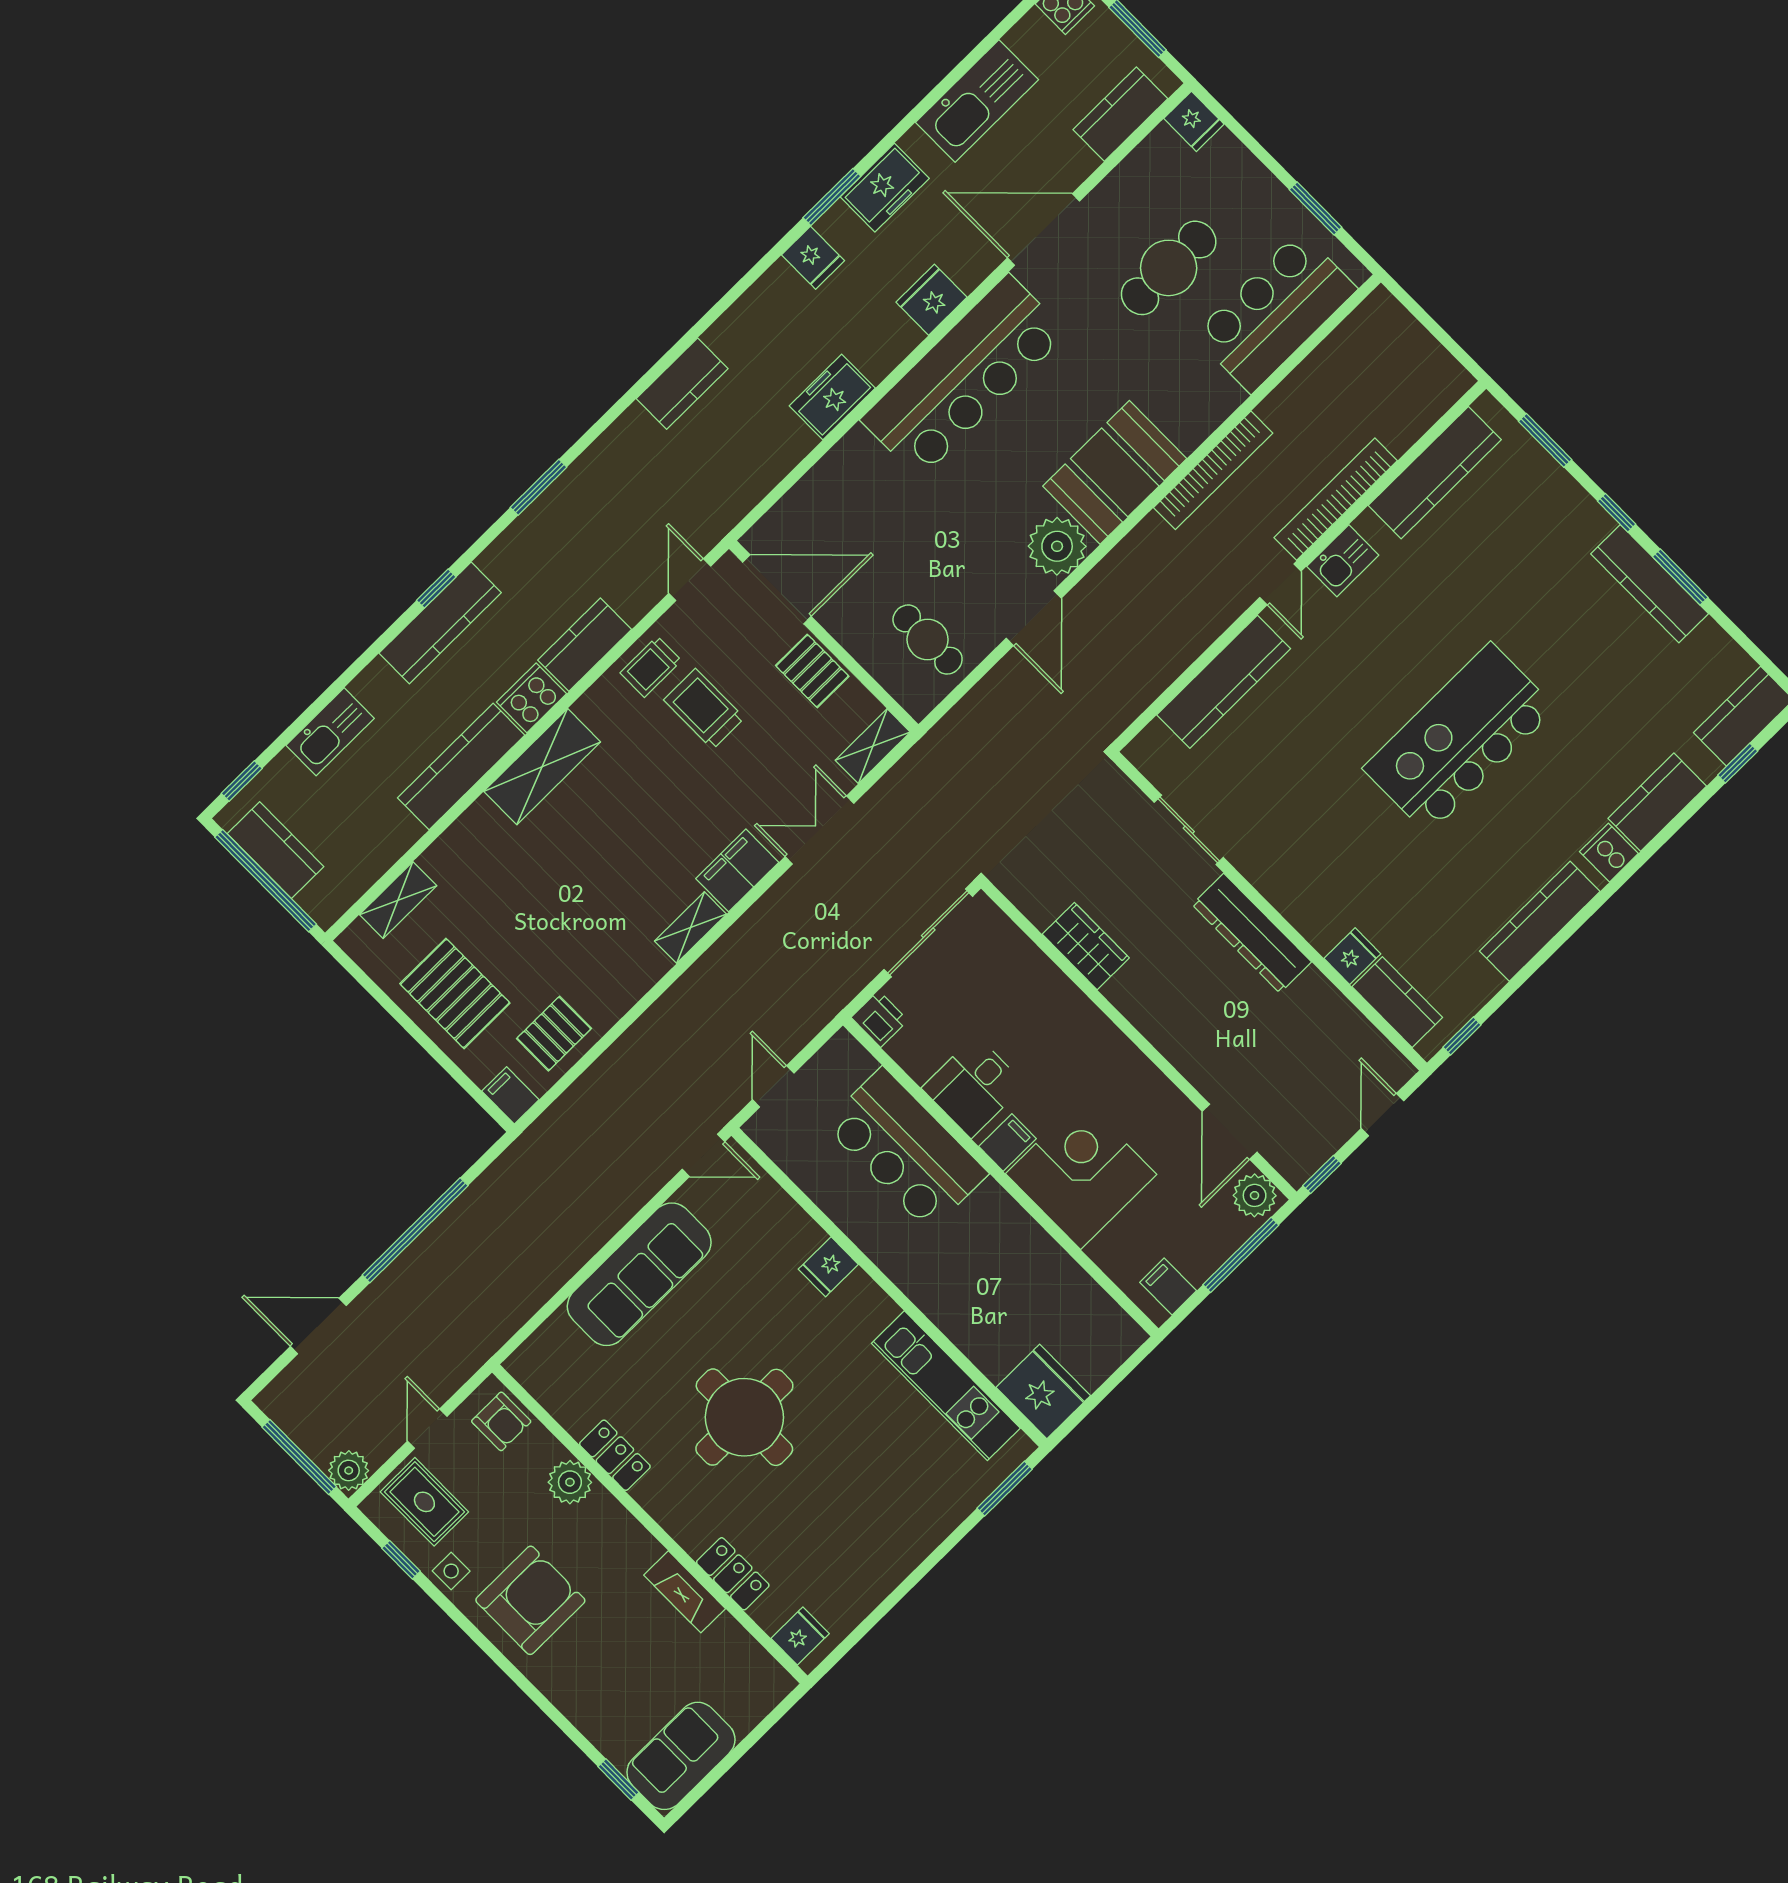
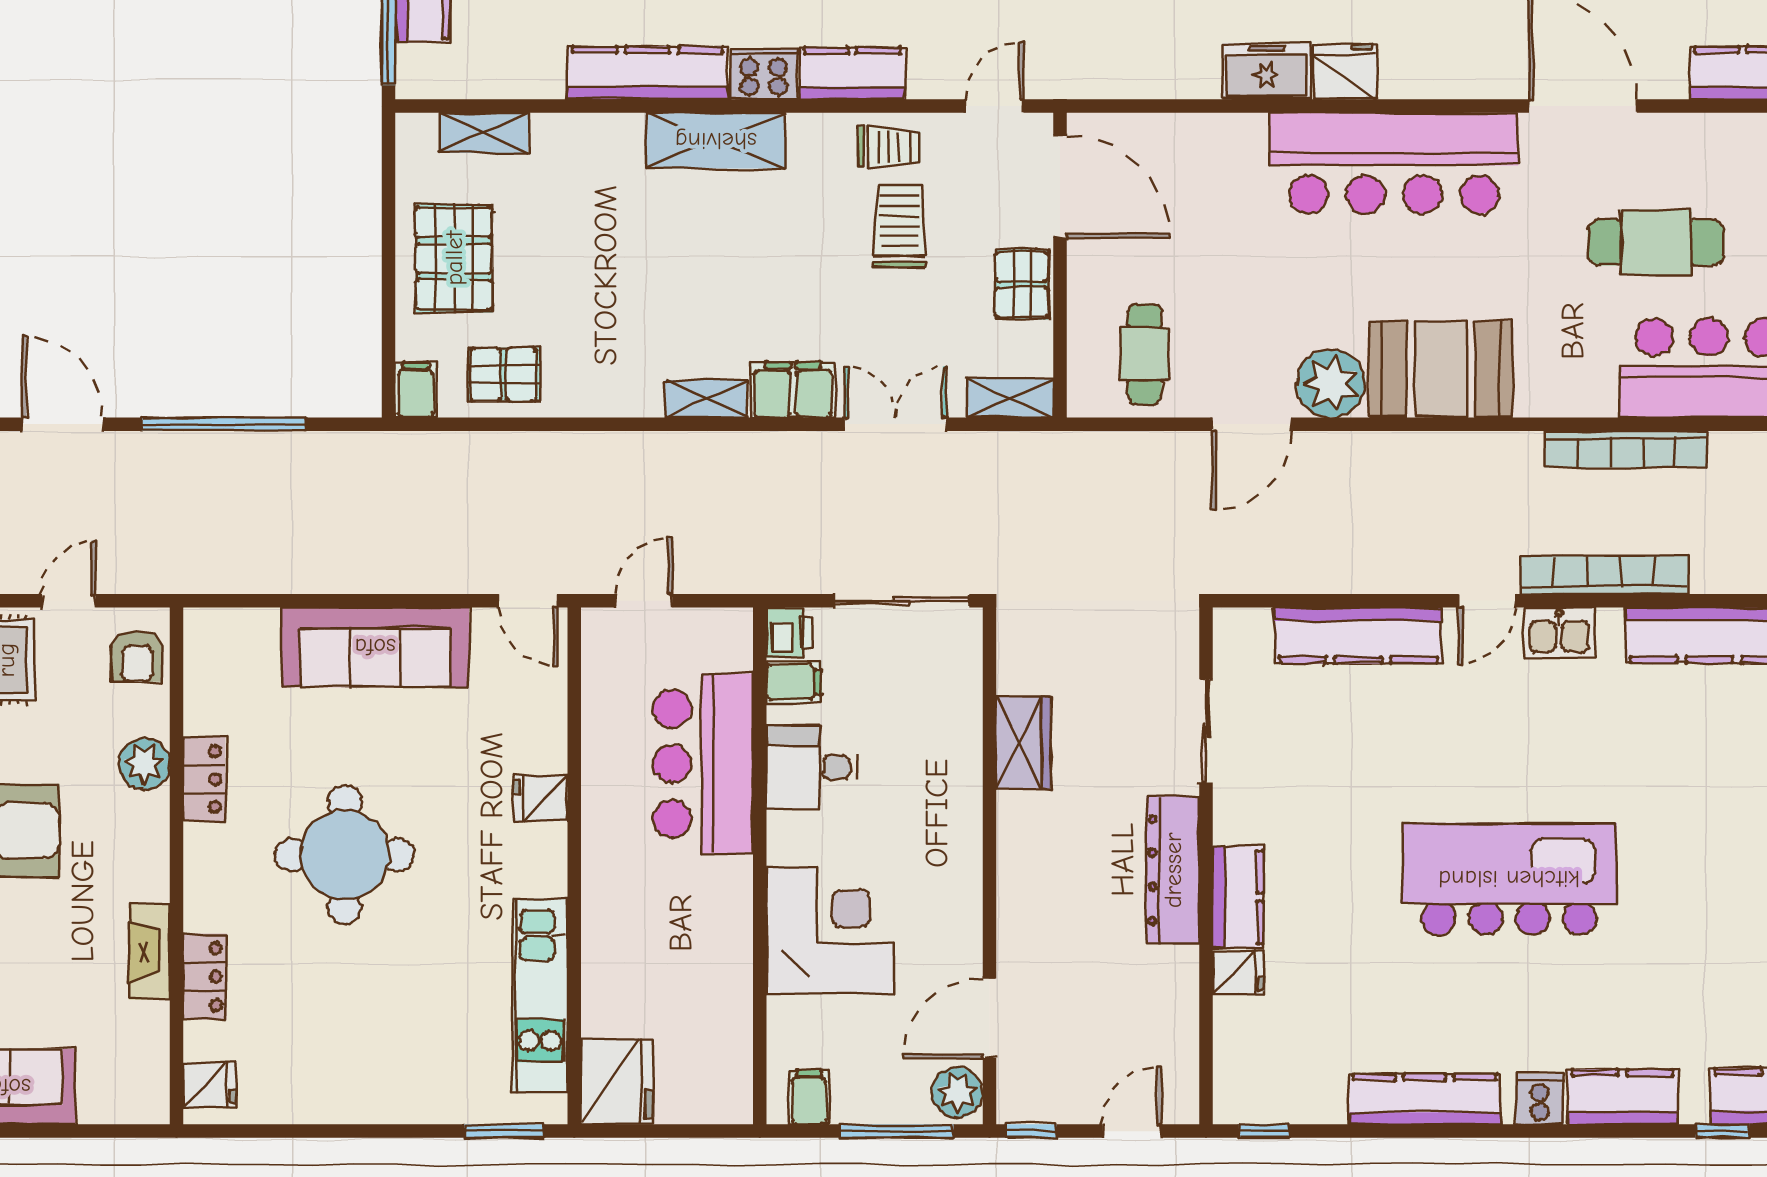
fridge: (932, 300) -> (1345, 72), moved
bookcase: (1213, 470) -> (1626, 449), moved
trolley: (651, 667) -> (890, 147), turned 180
kitchen counter: (1397, 1002) -> (1238, 897), moved
filing cabinet: (1008, 1143) -> (794, 682), moved

